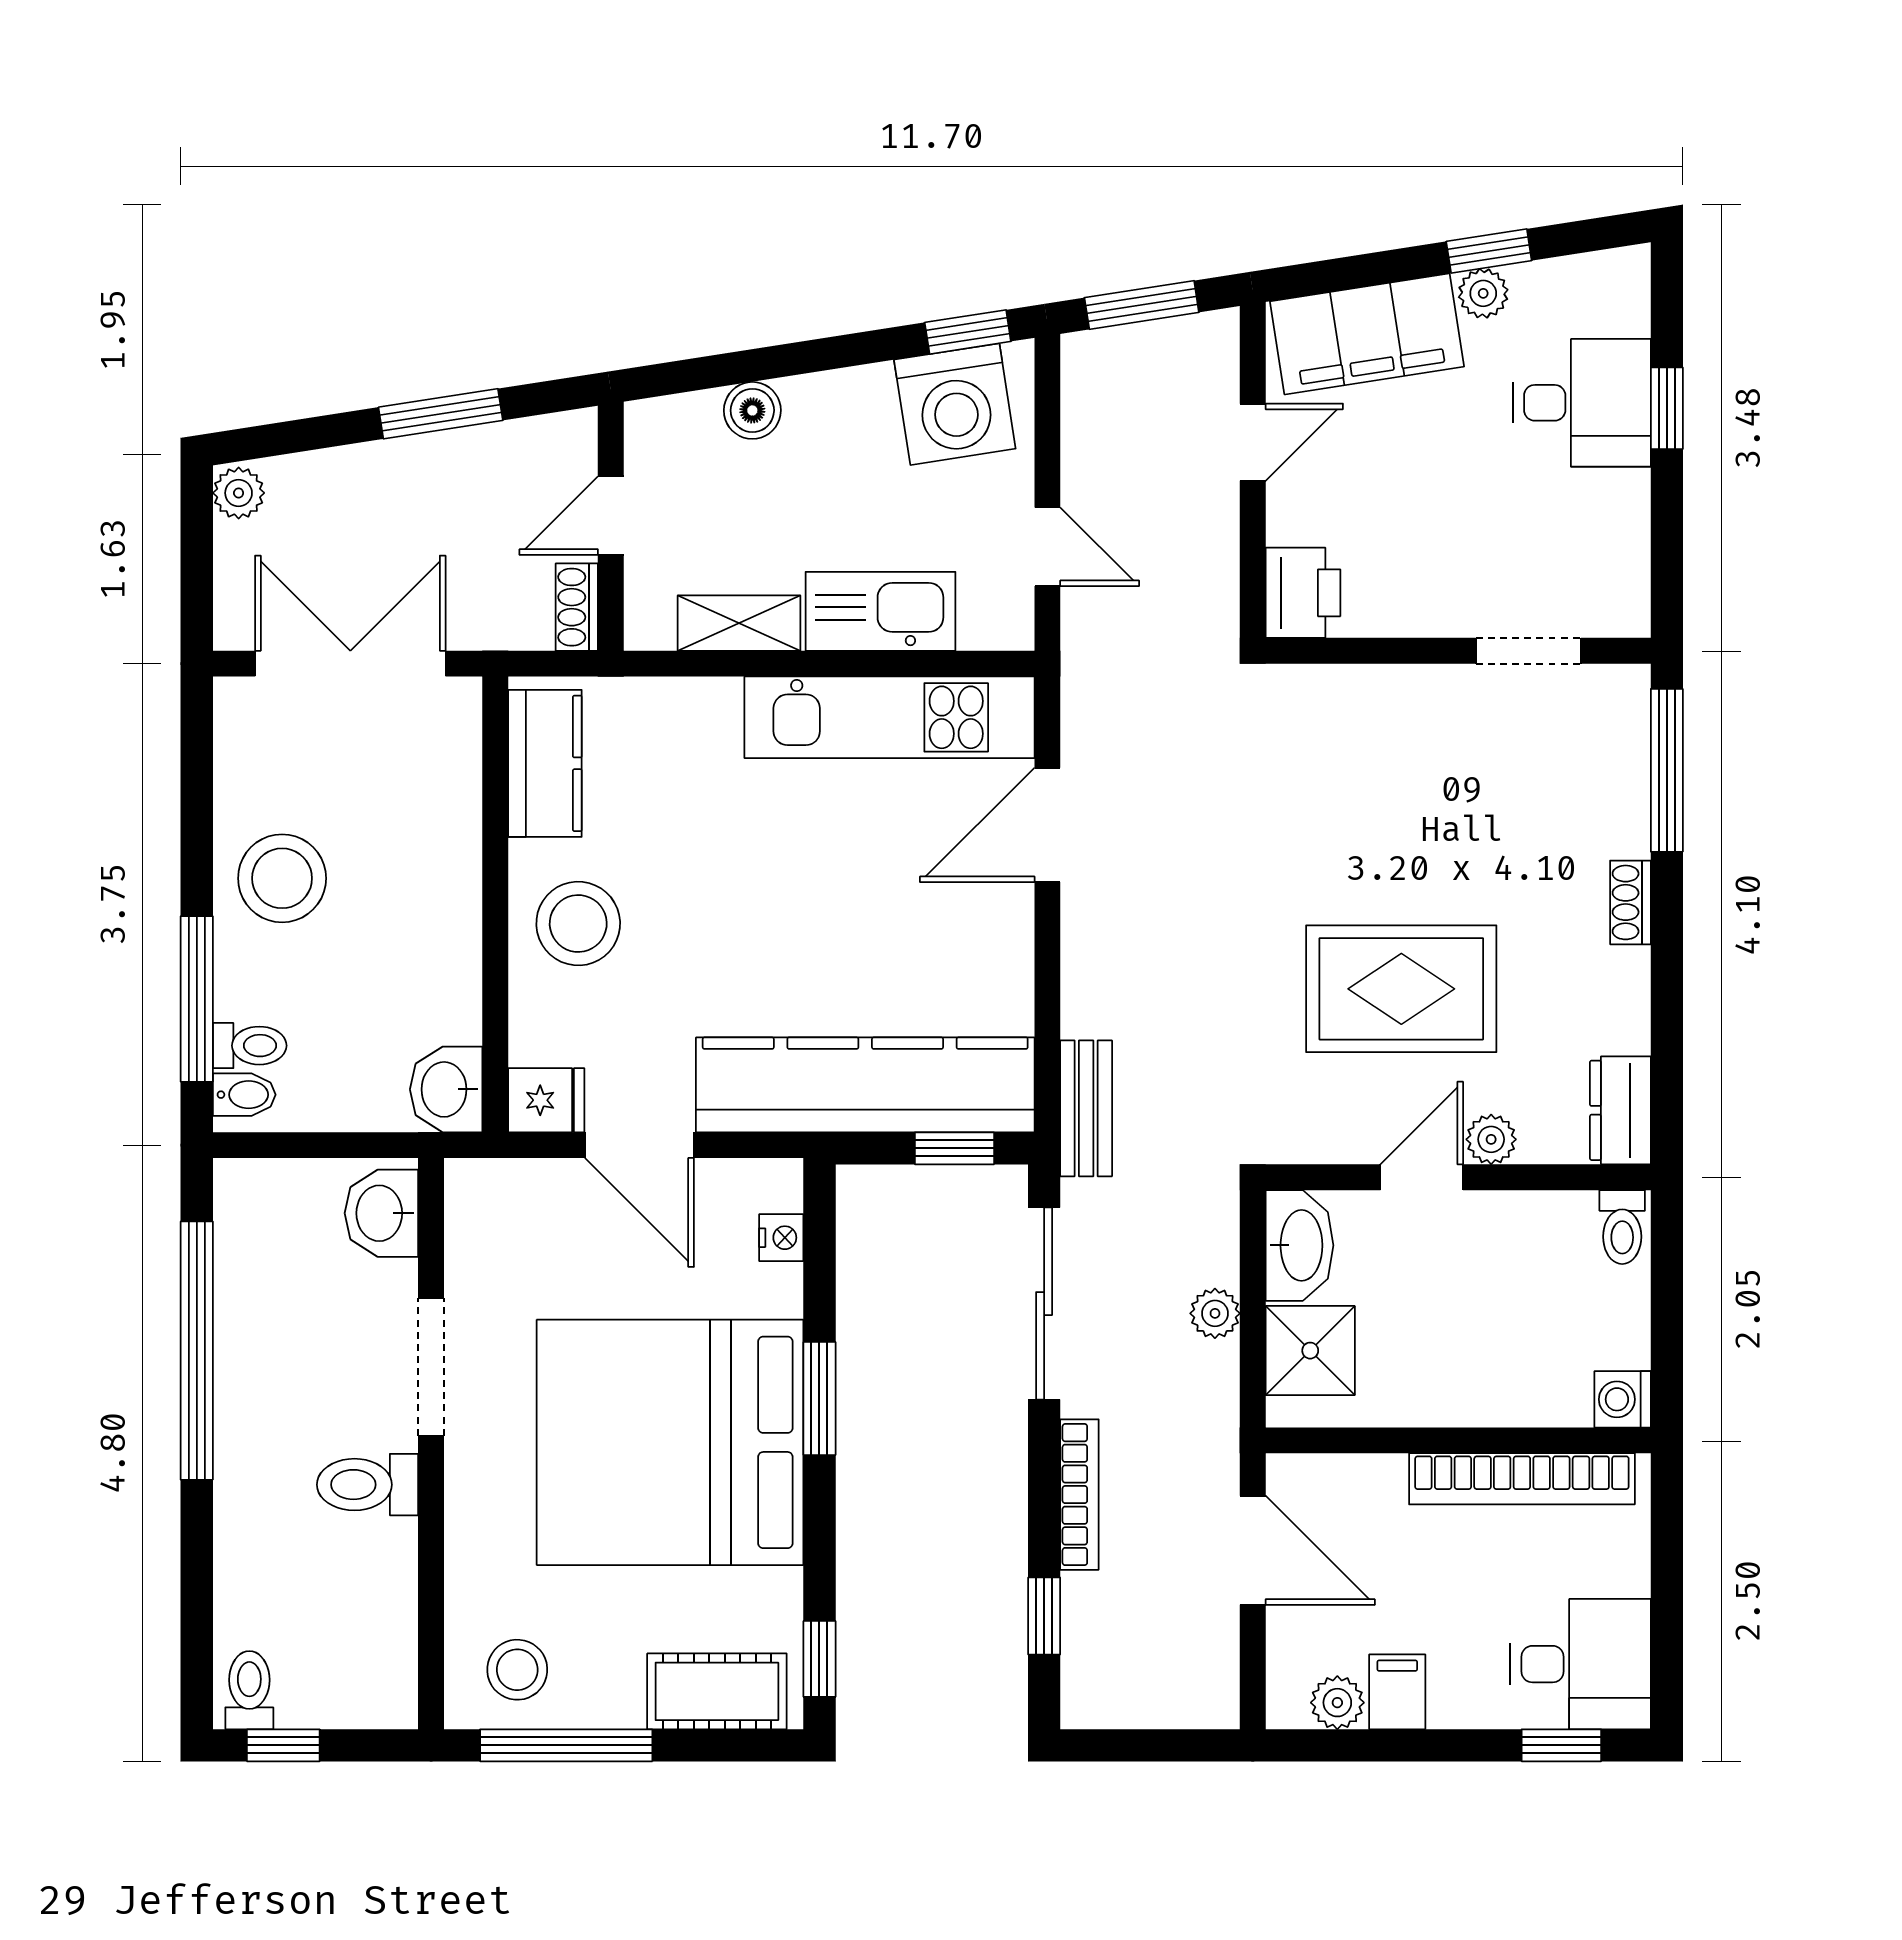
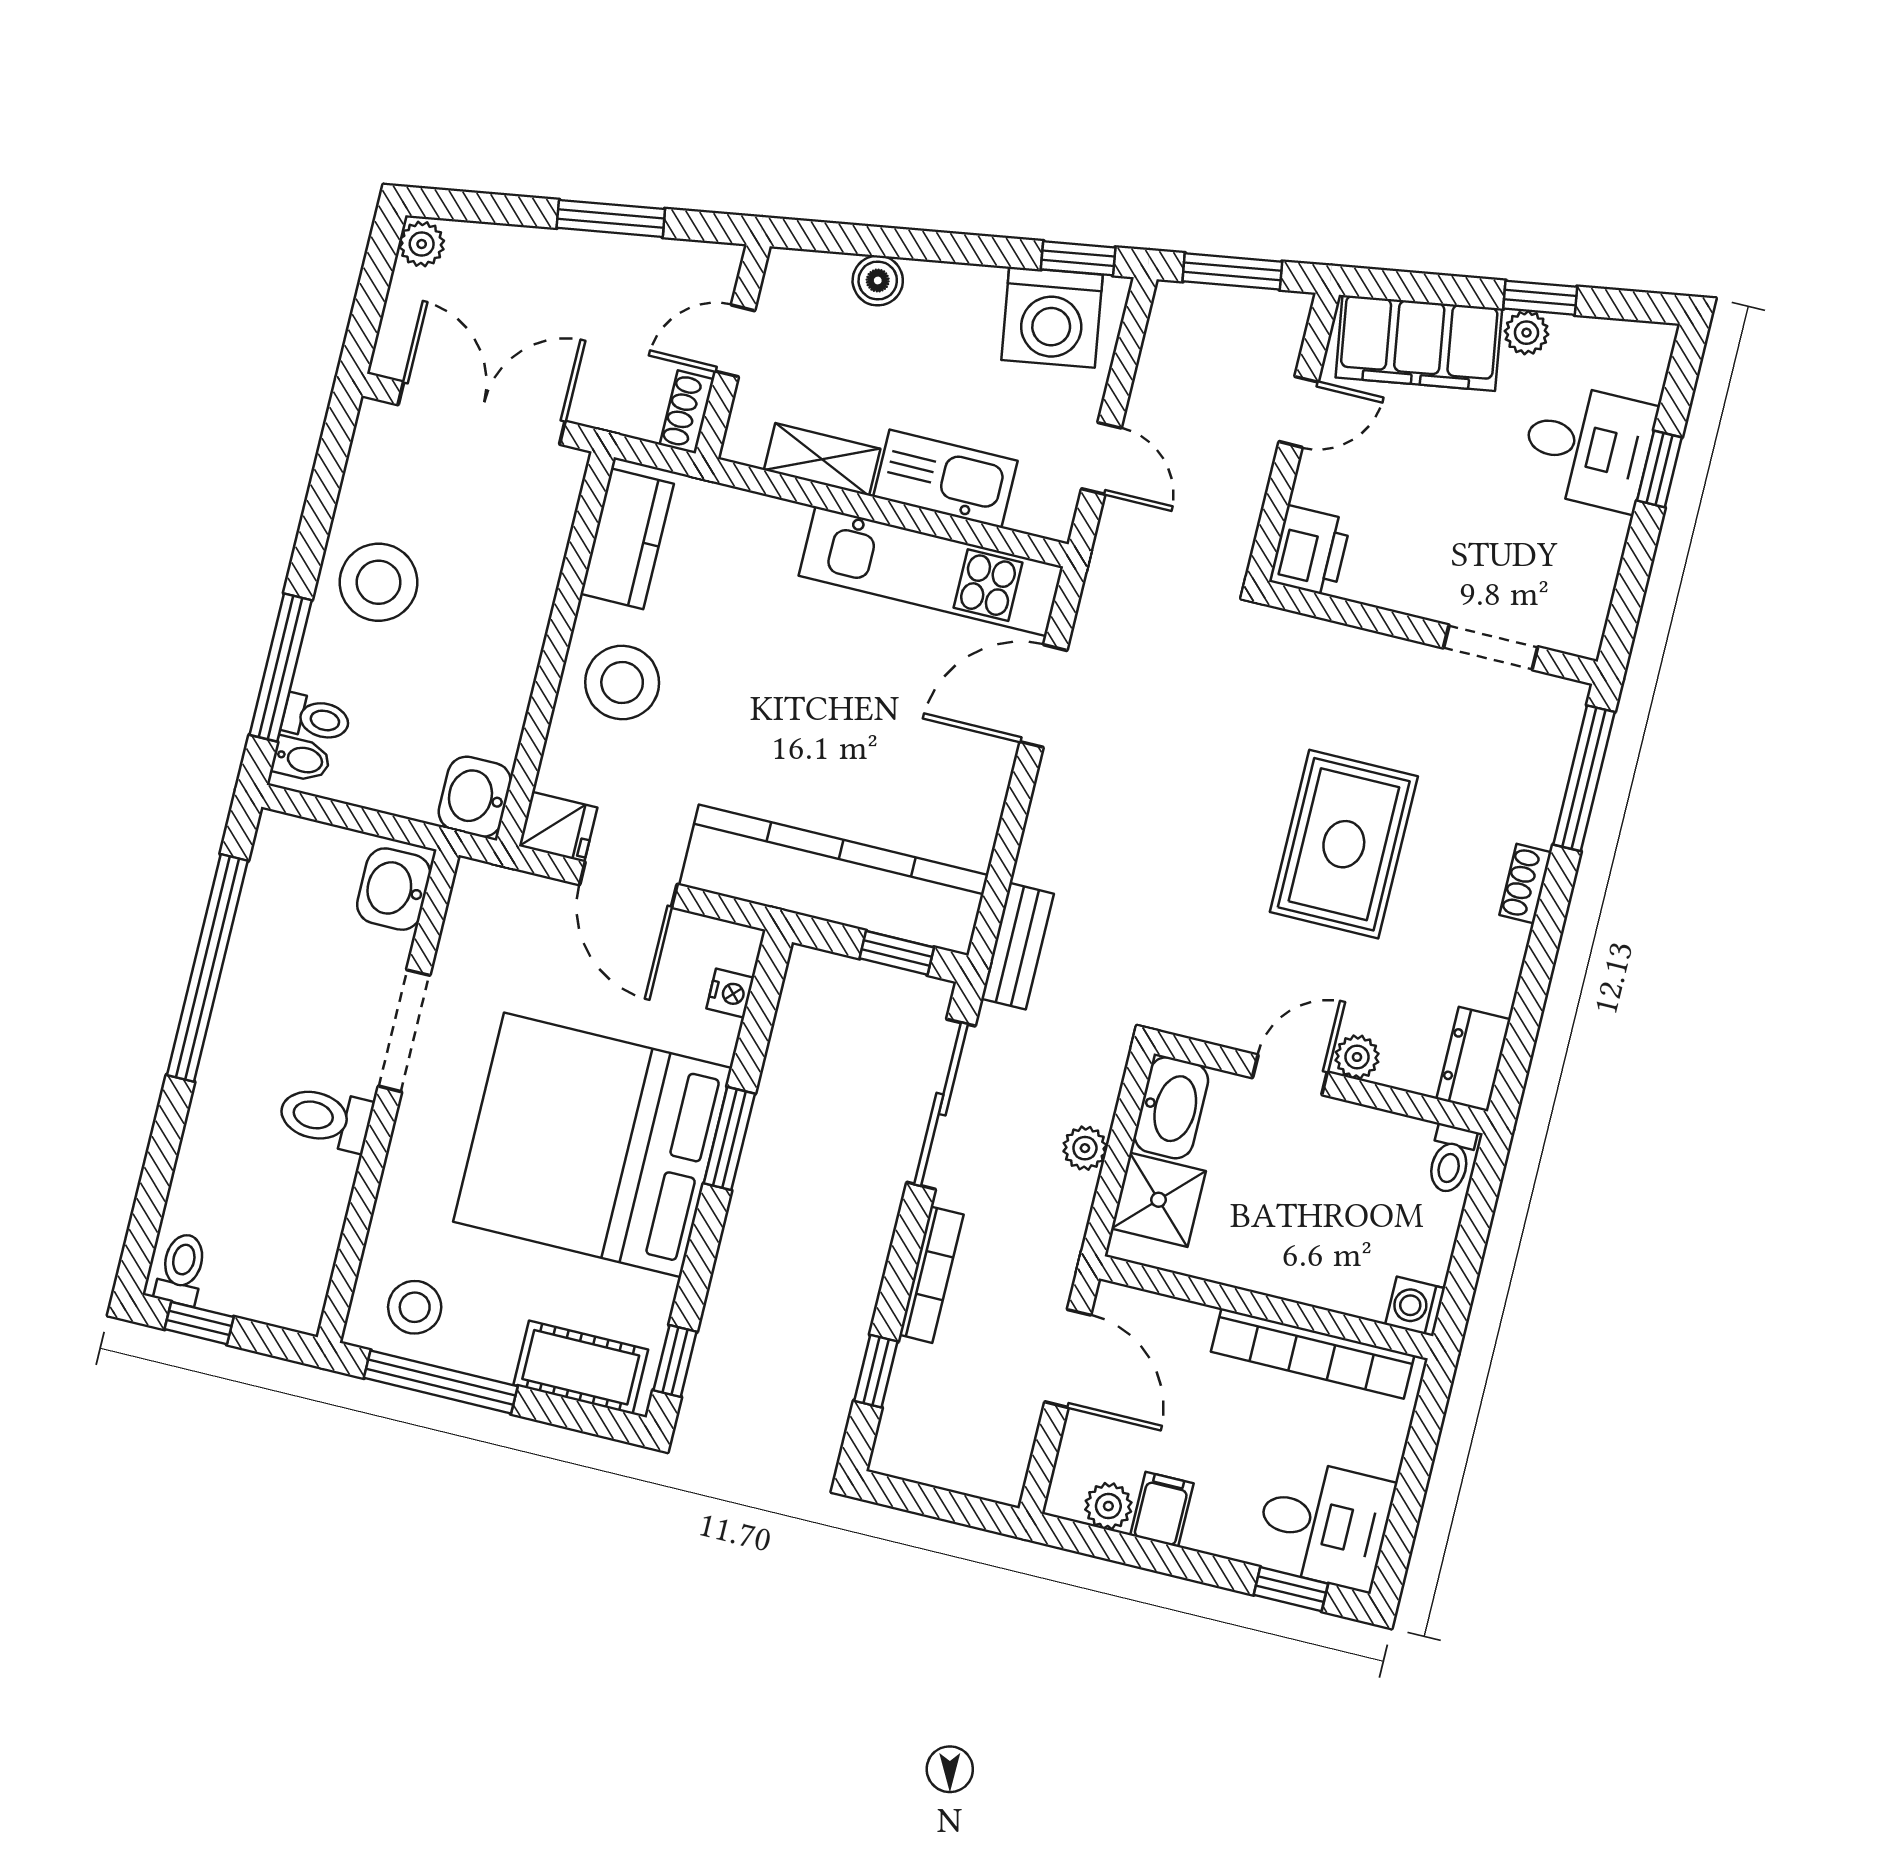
rug: (1401, 989) -> (1344, 844), moved, turned 90

